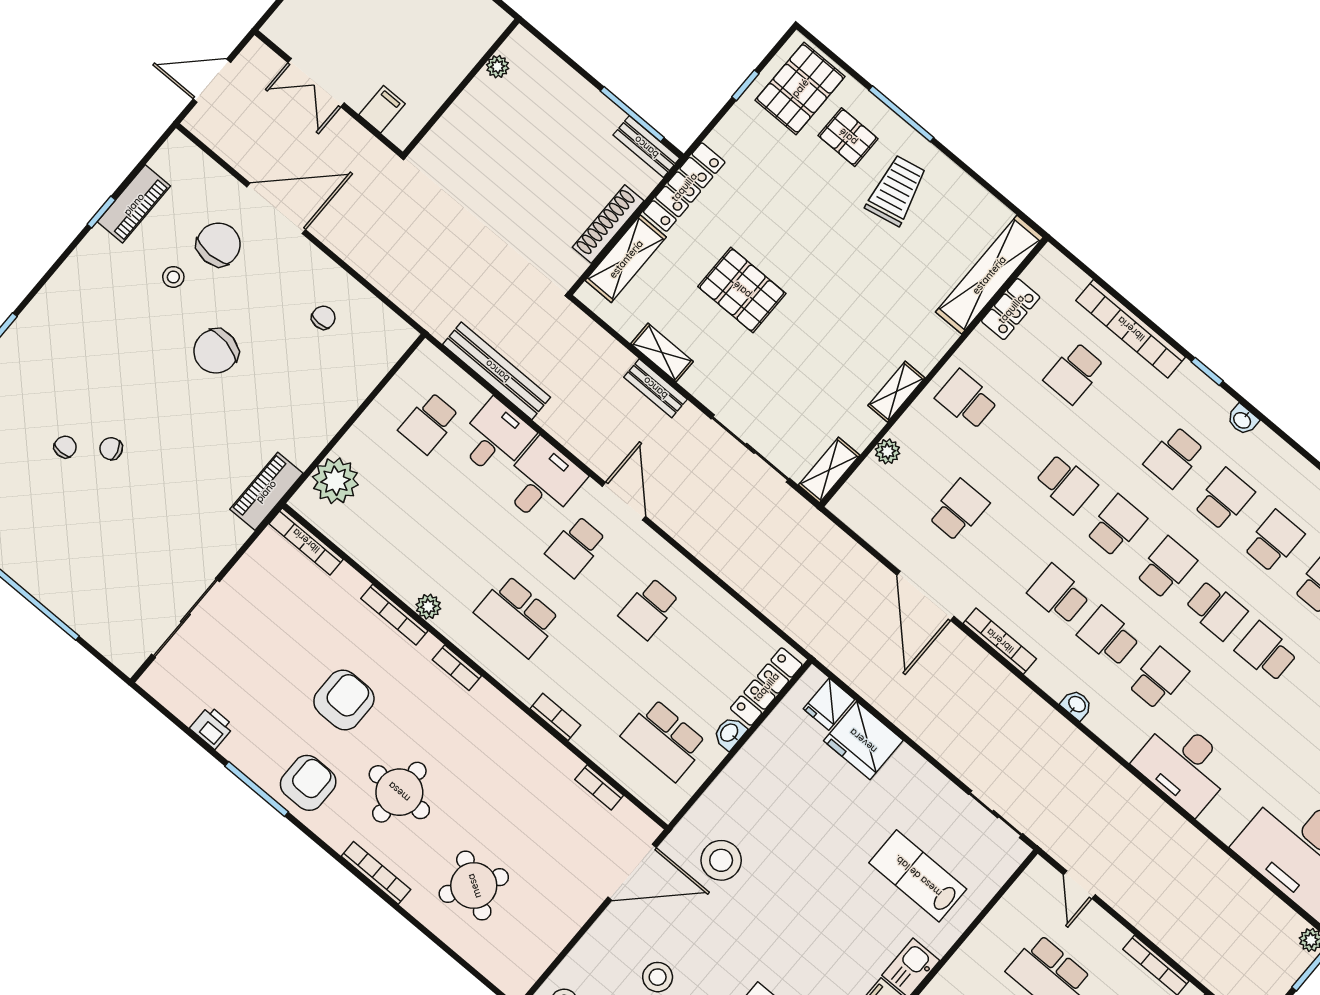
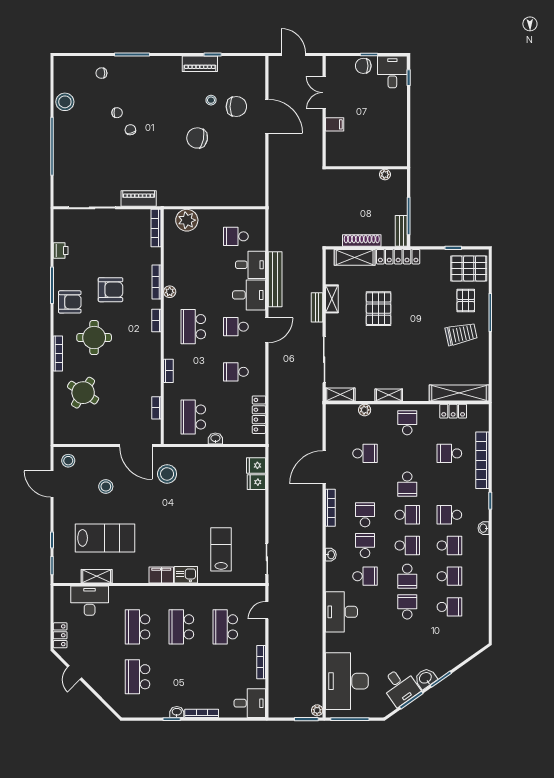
plant: (498, 67) -> (385, 175), moved
wall: (461, 87) -> (366, 168), moved
piano: (134, 204) -> (200, 64), moved
chair: (323, 318) -> (242, 166), removed
bench: (497, 371) -> (275, 279), moved
piano: (266, 491) -> (139, 199), moved
locker: (766, 687) -> (259, 415), moved, turned -90
fridge: (863, 741) -> (256, 482), width x0.53, depth x0.75

